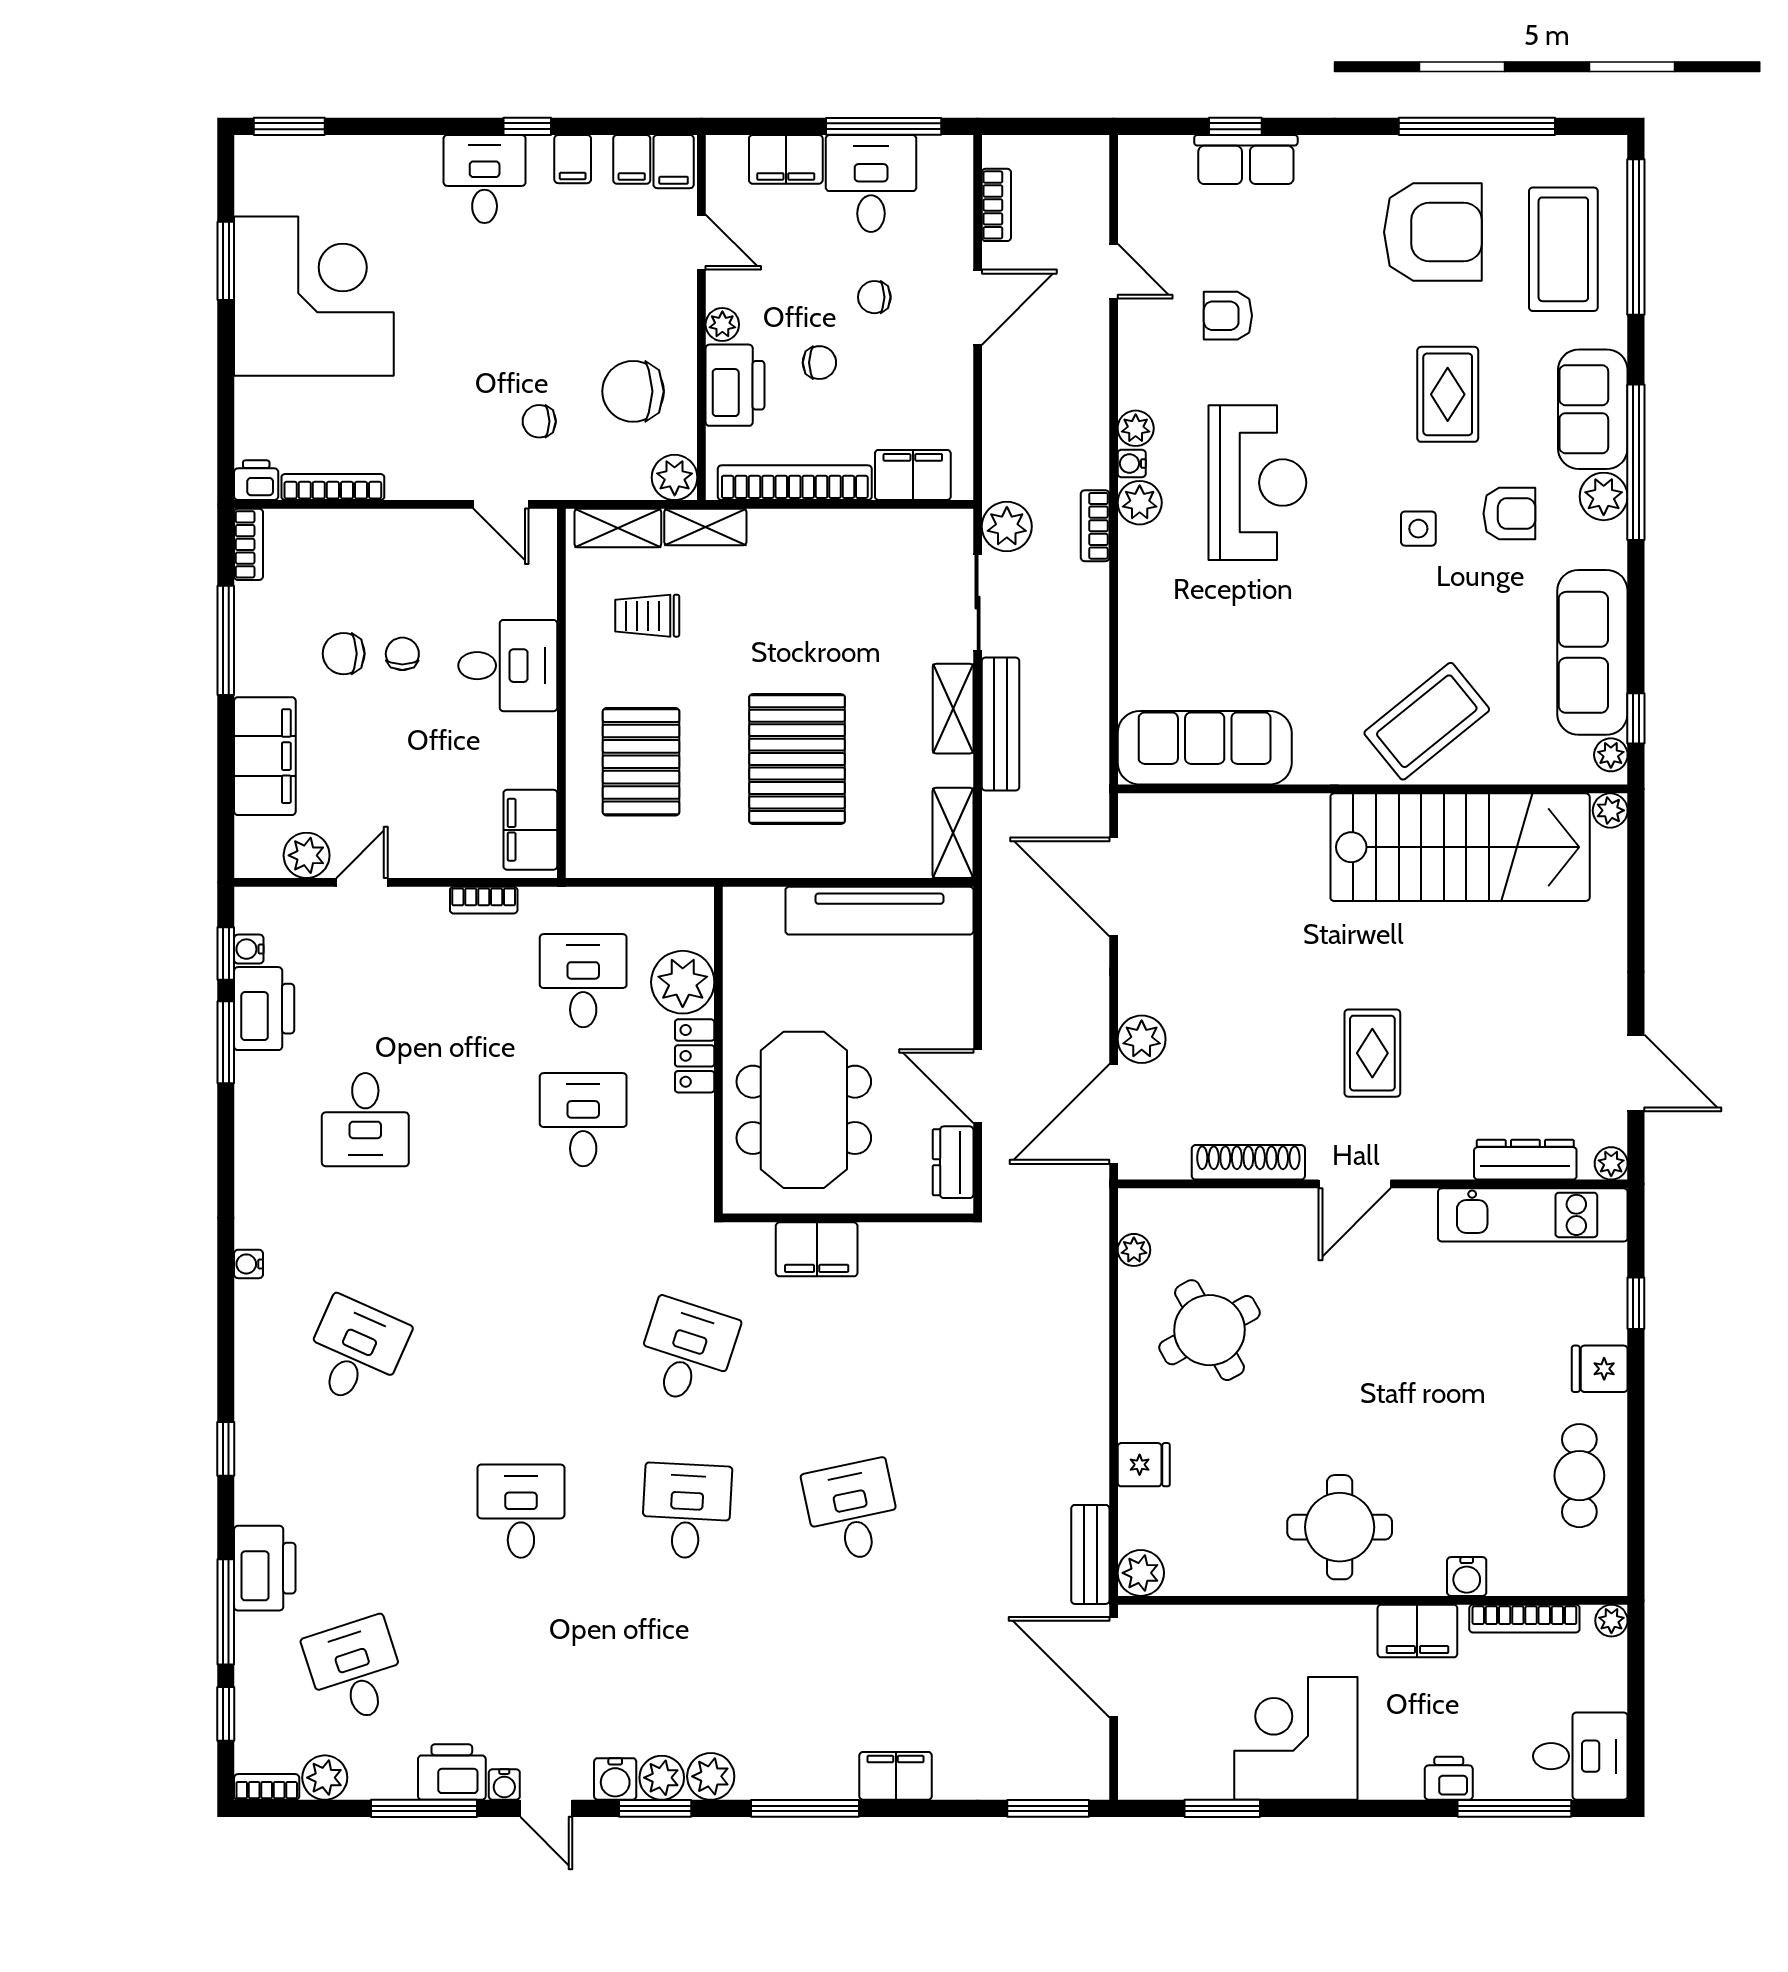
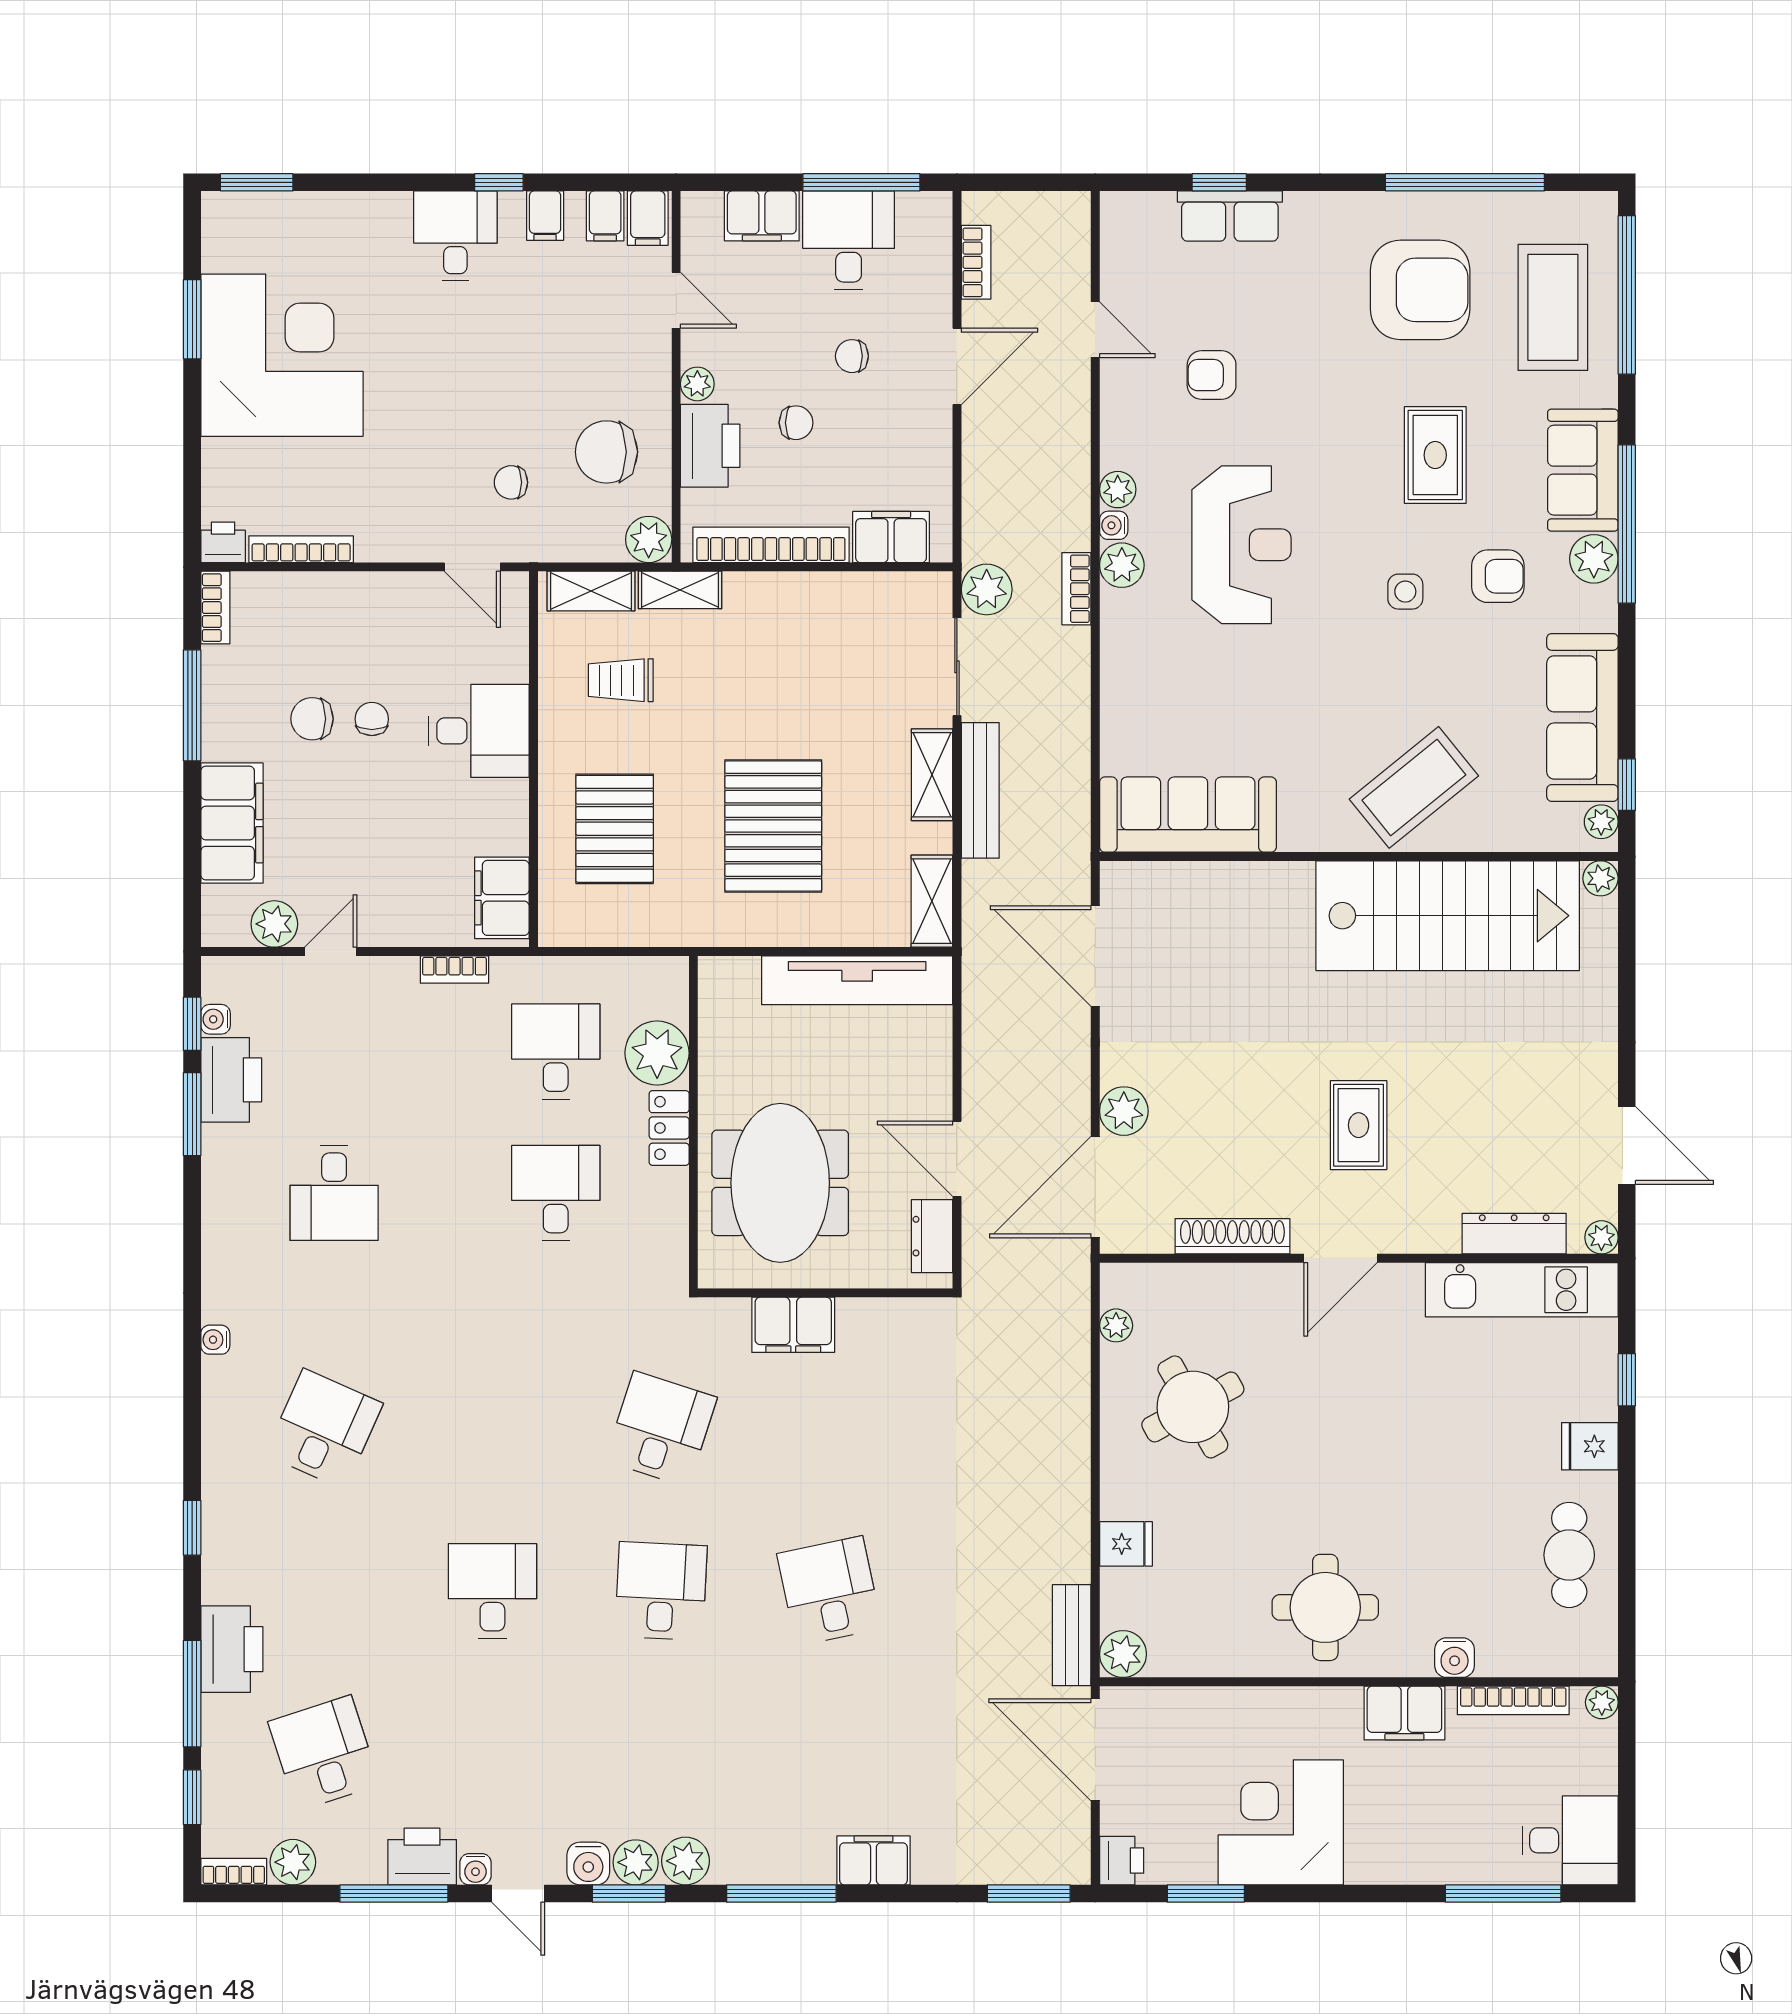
printer: (1449, 1778) -> (1122, 1861), moved, turned 90

